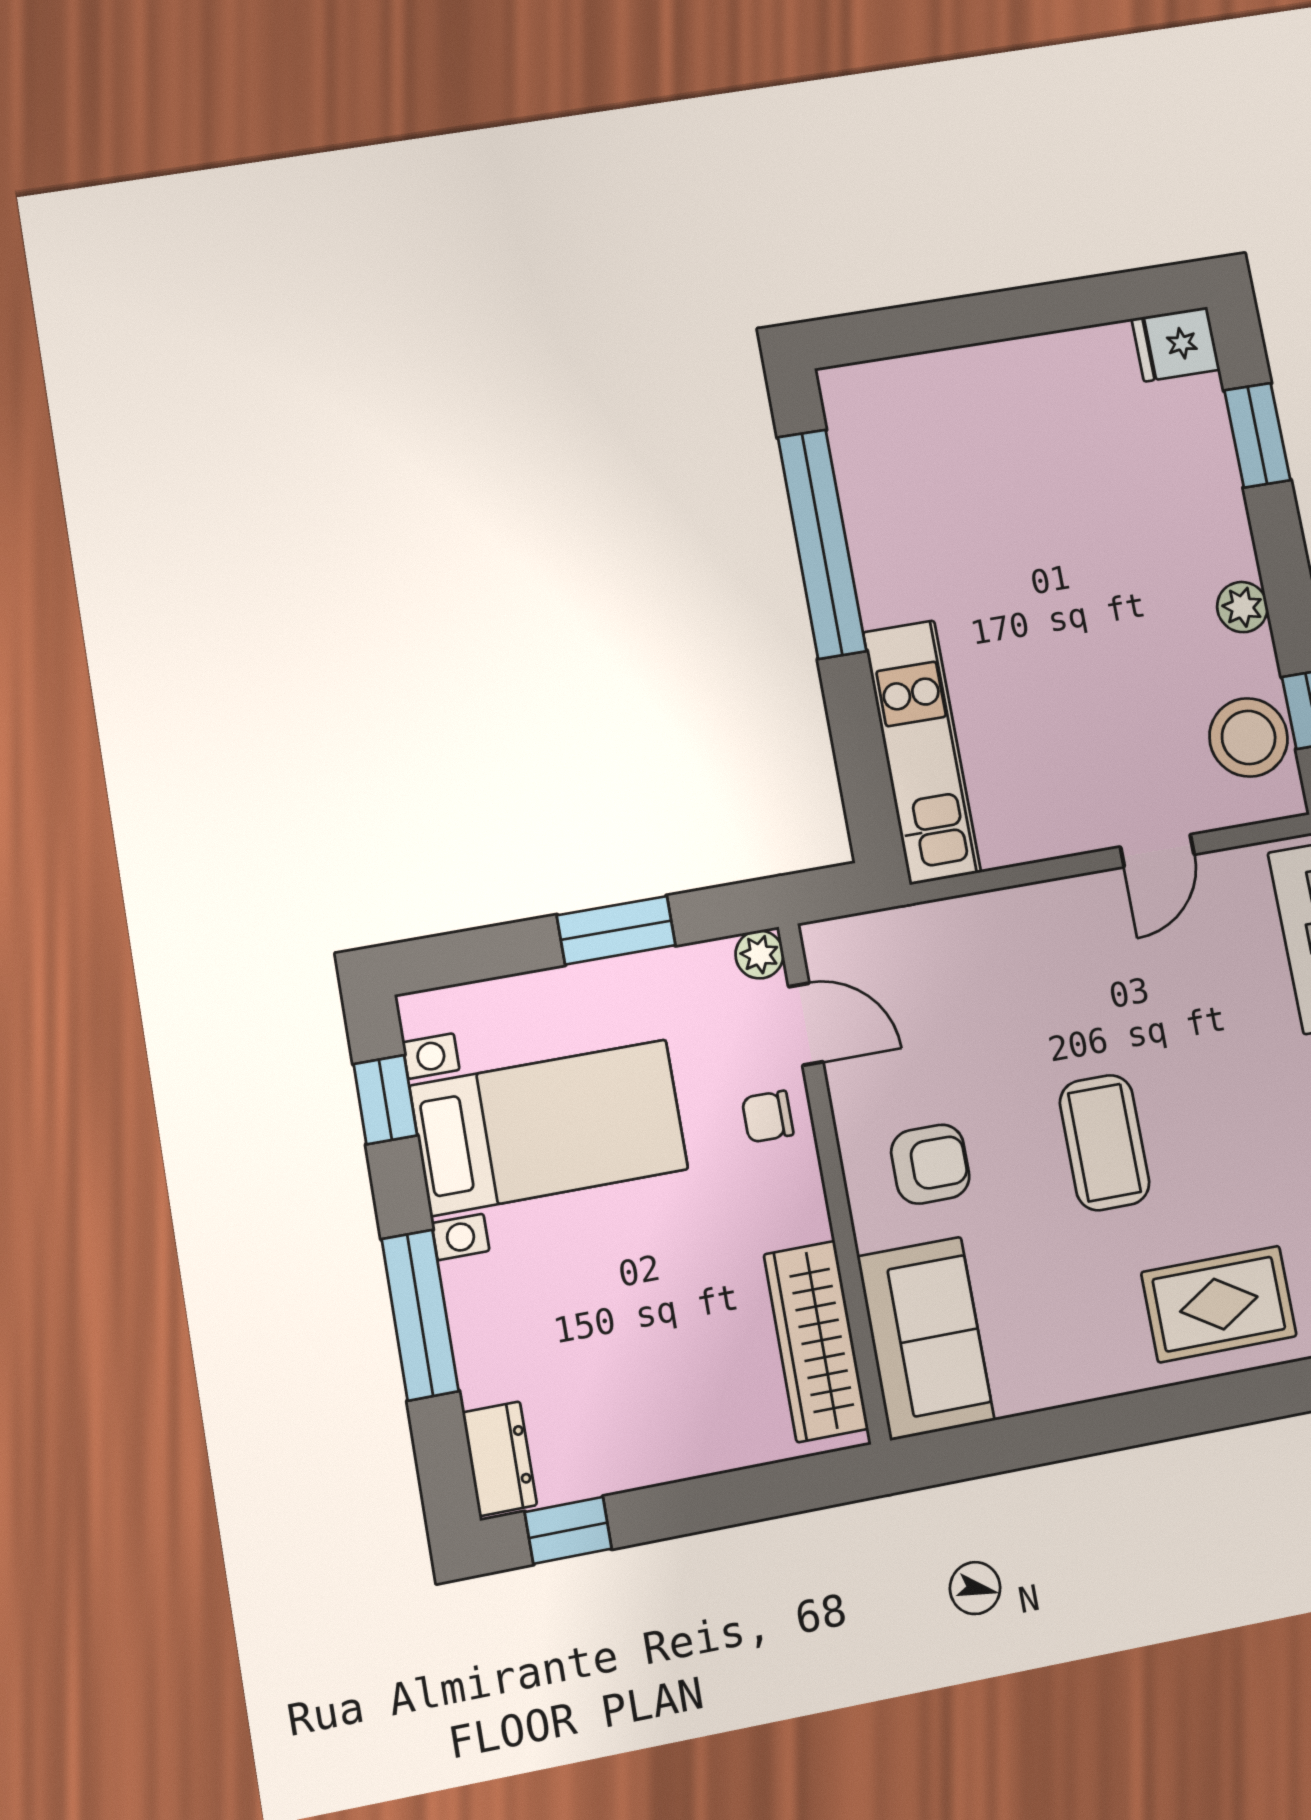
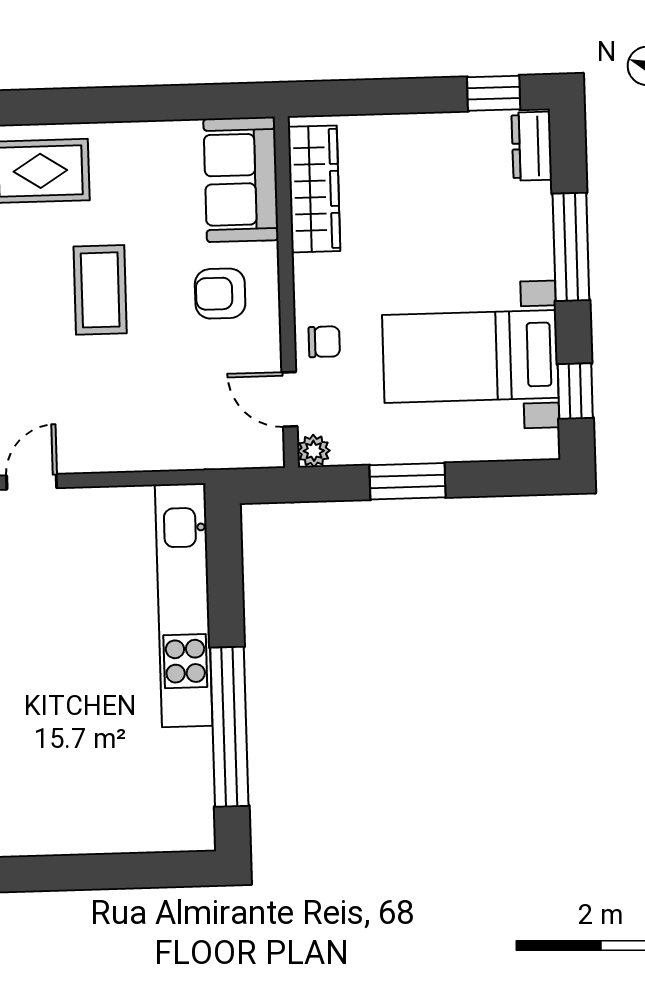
kitchen unit: (922, 752) -> (184, 605), width x1.36

